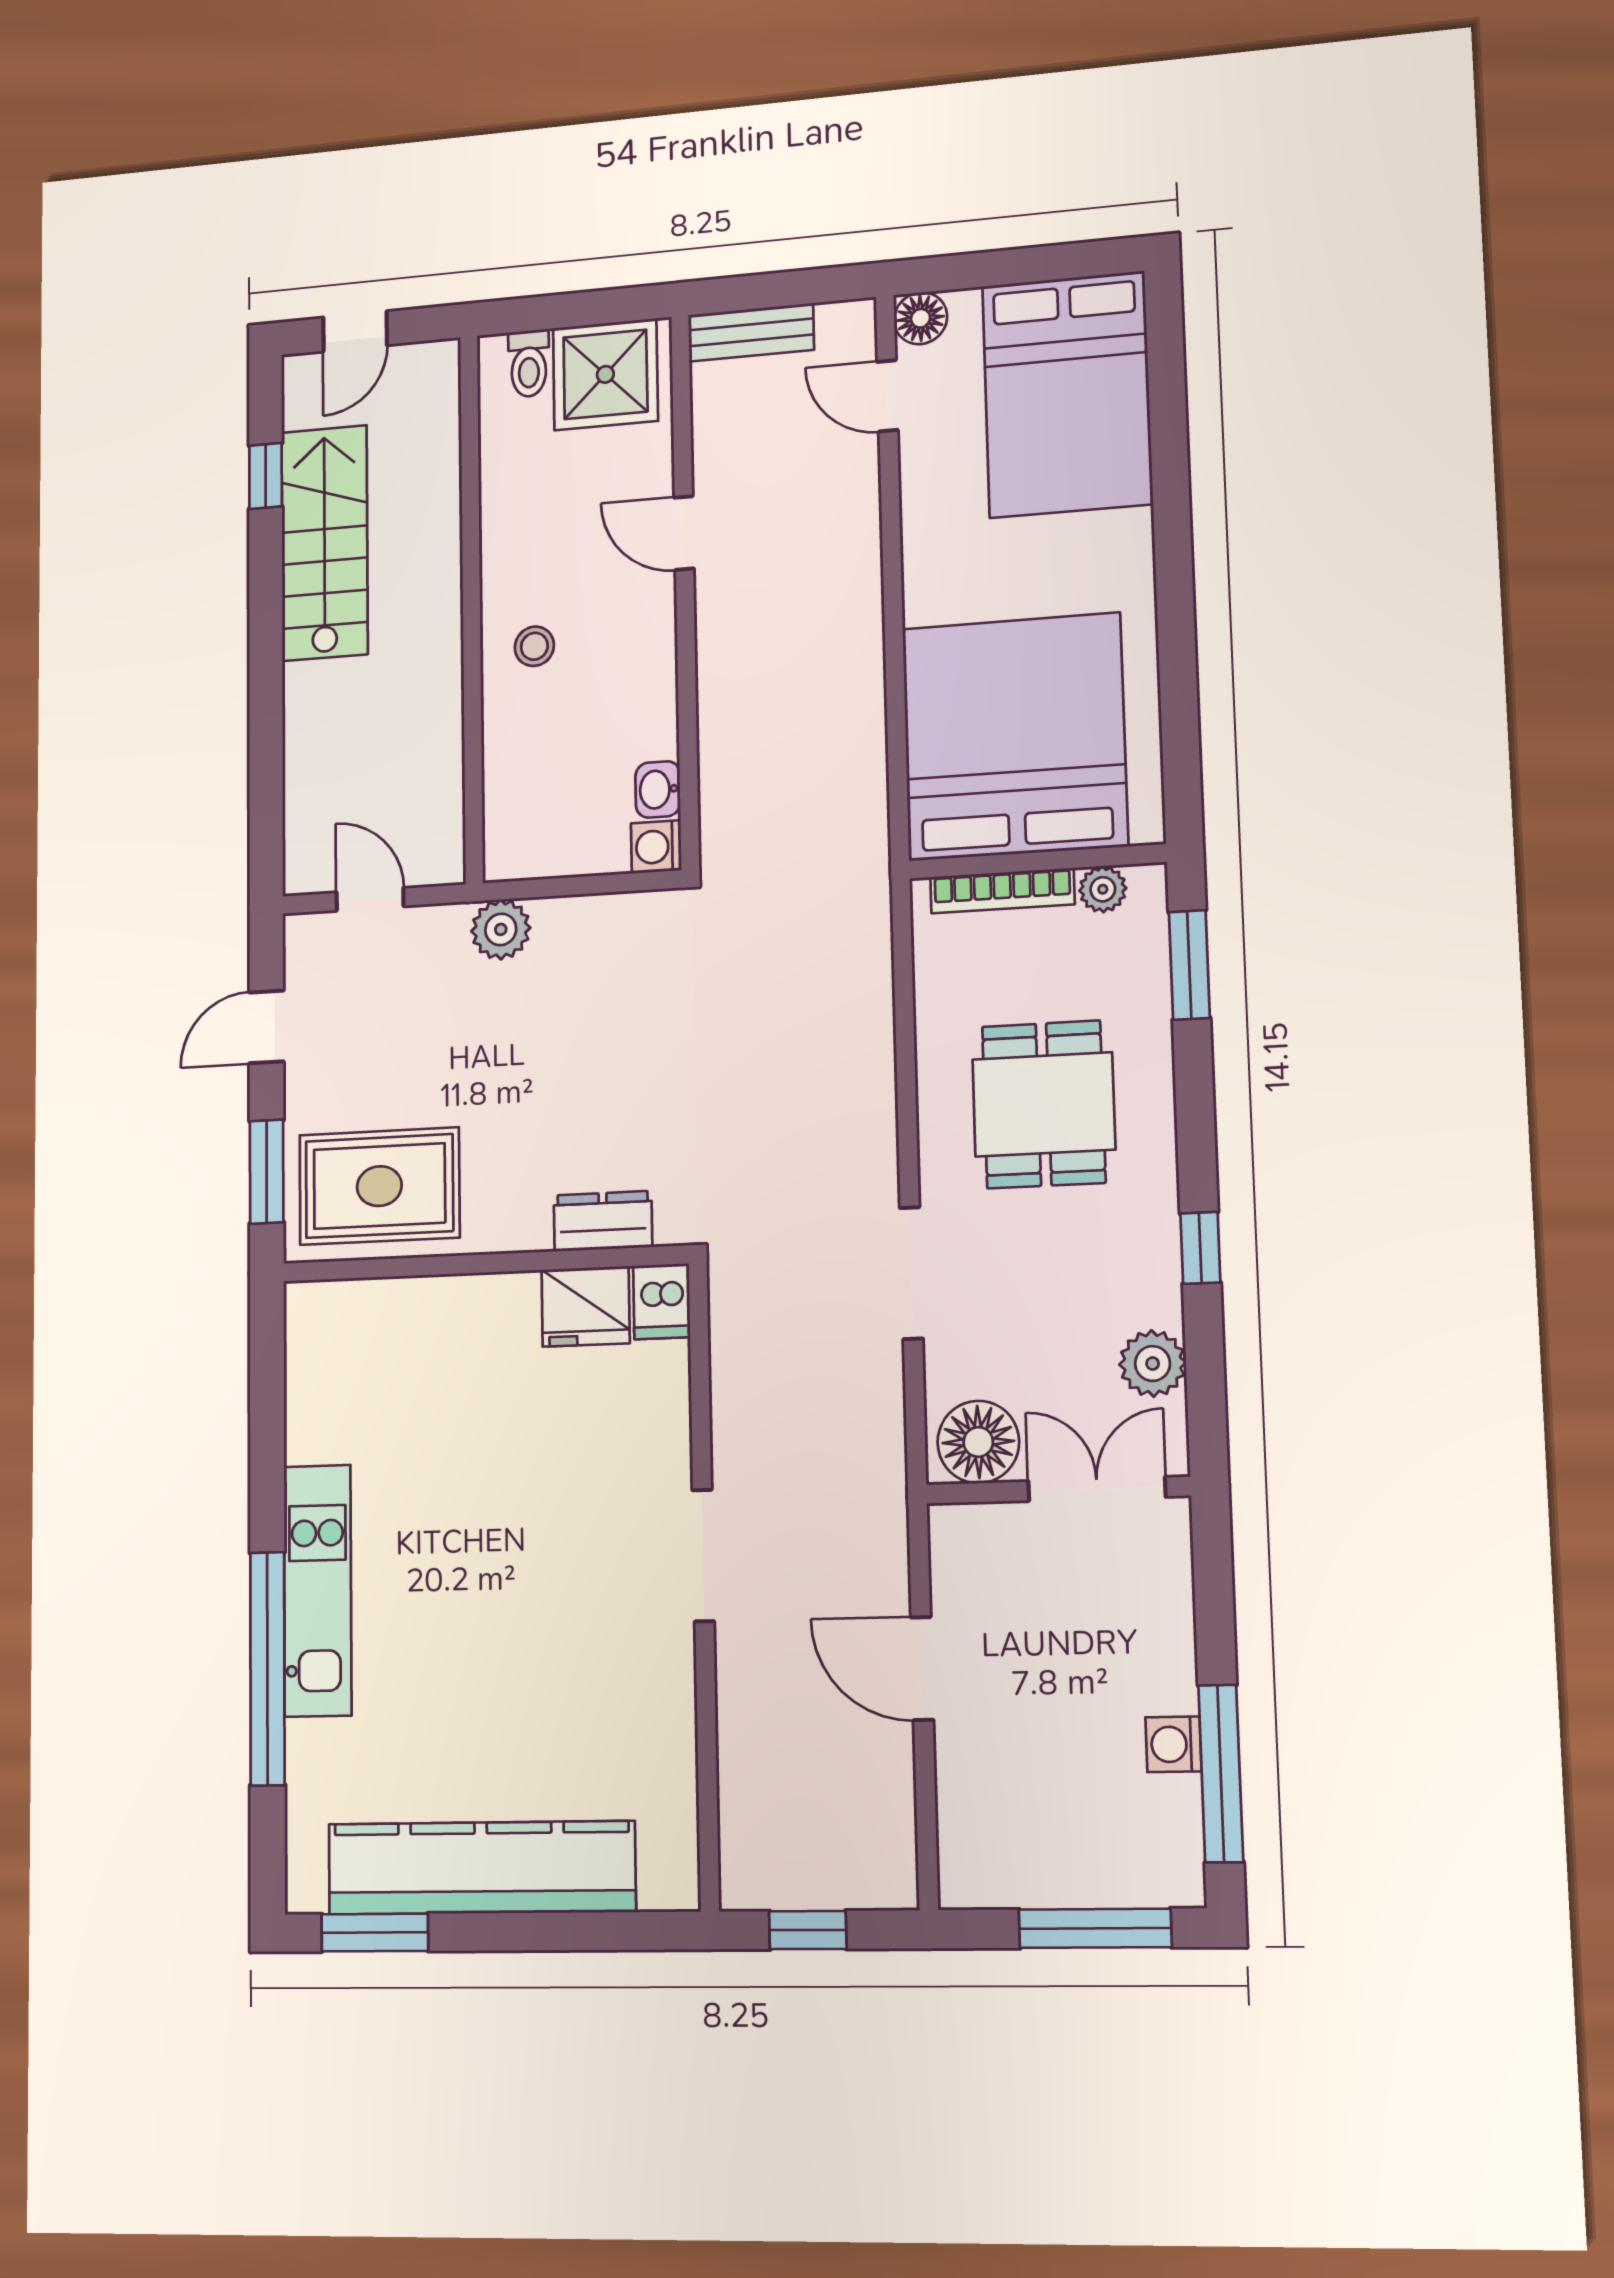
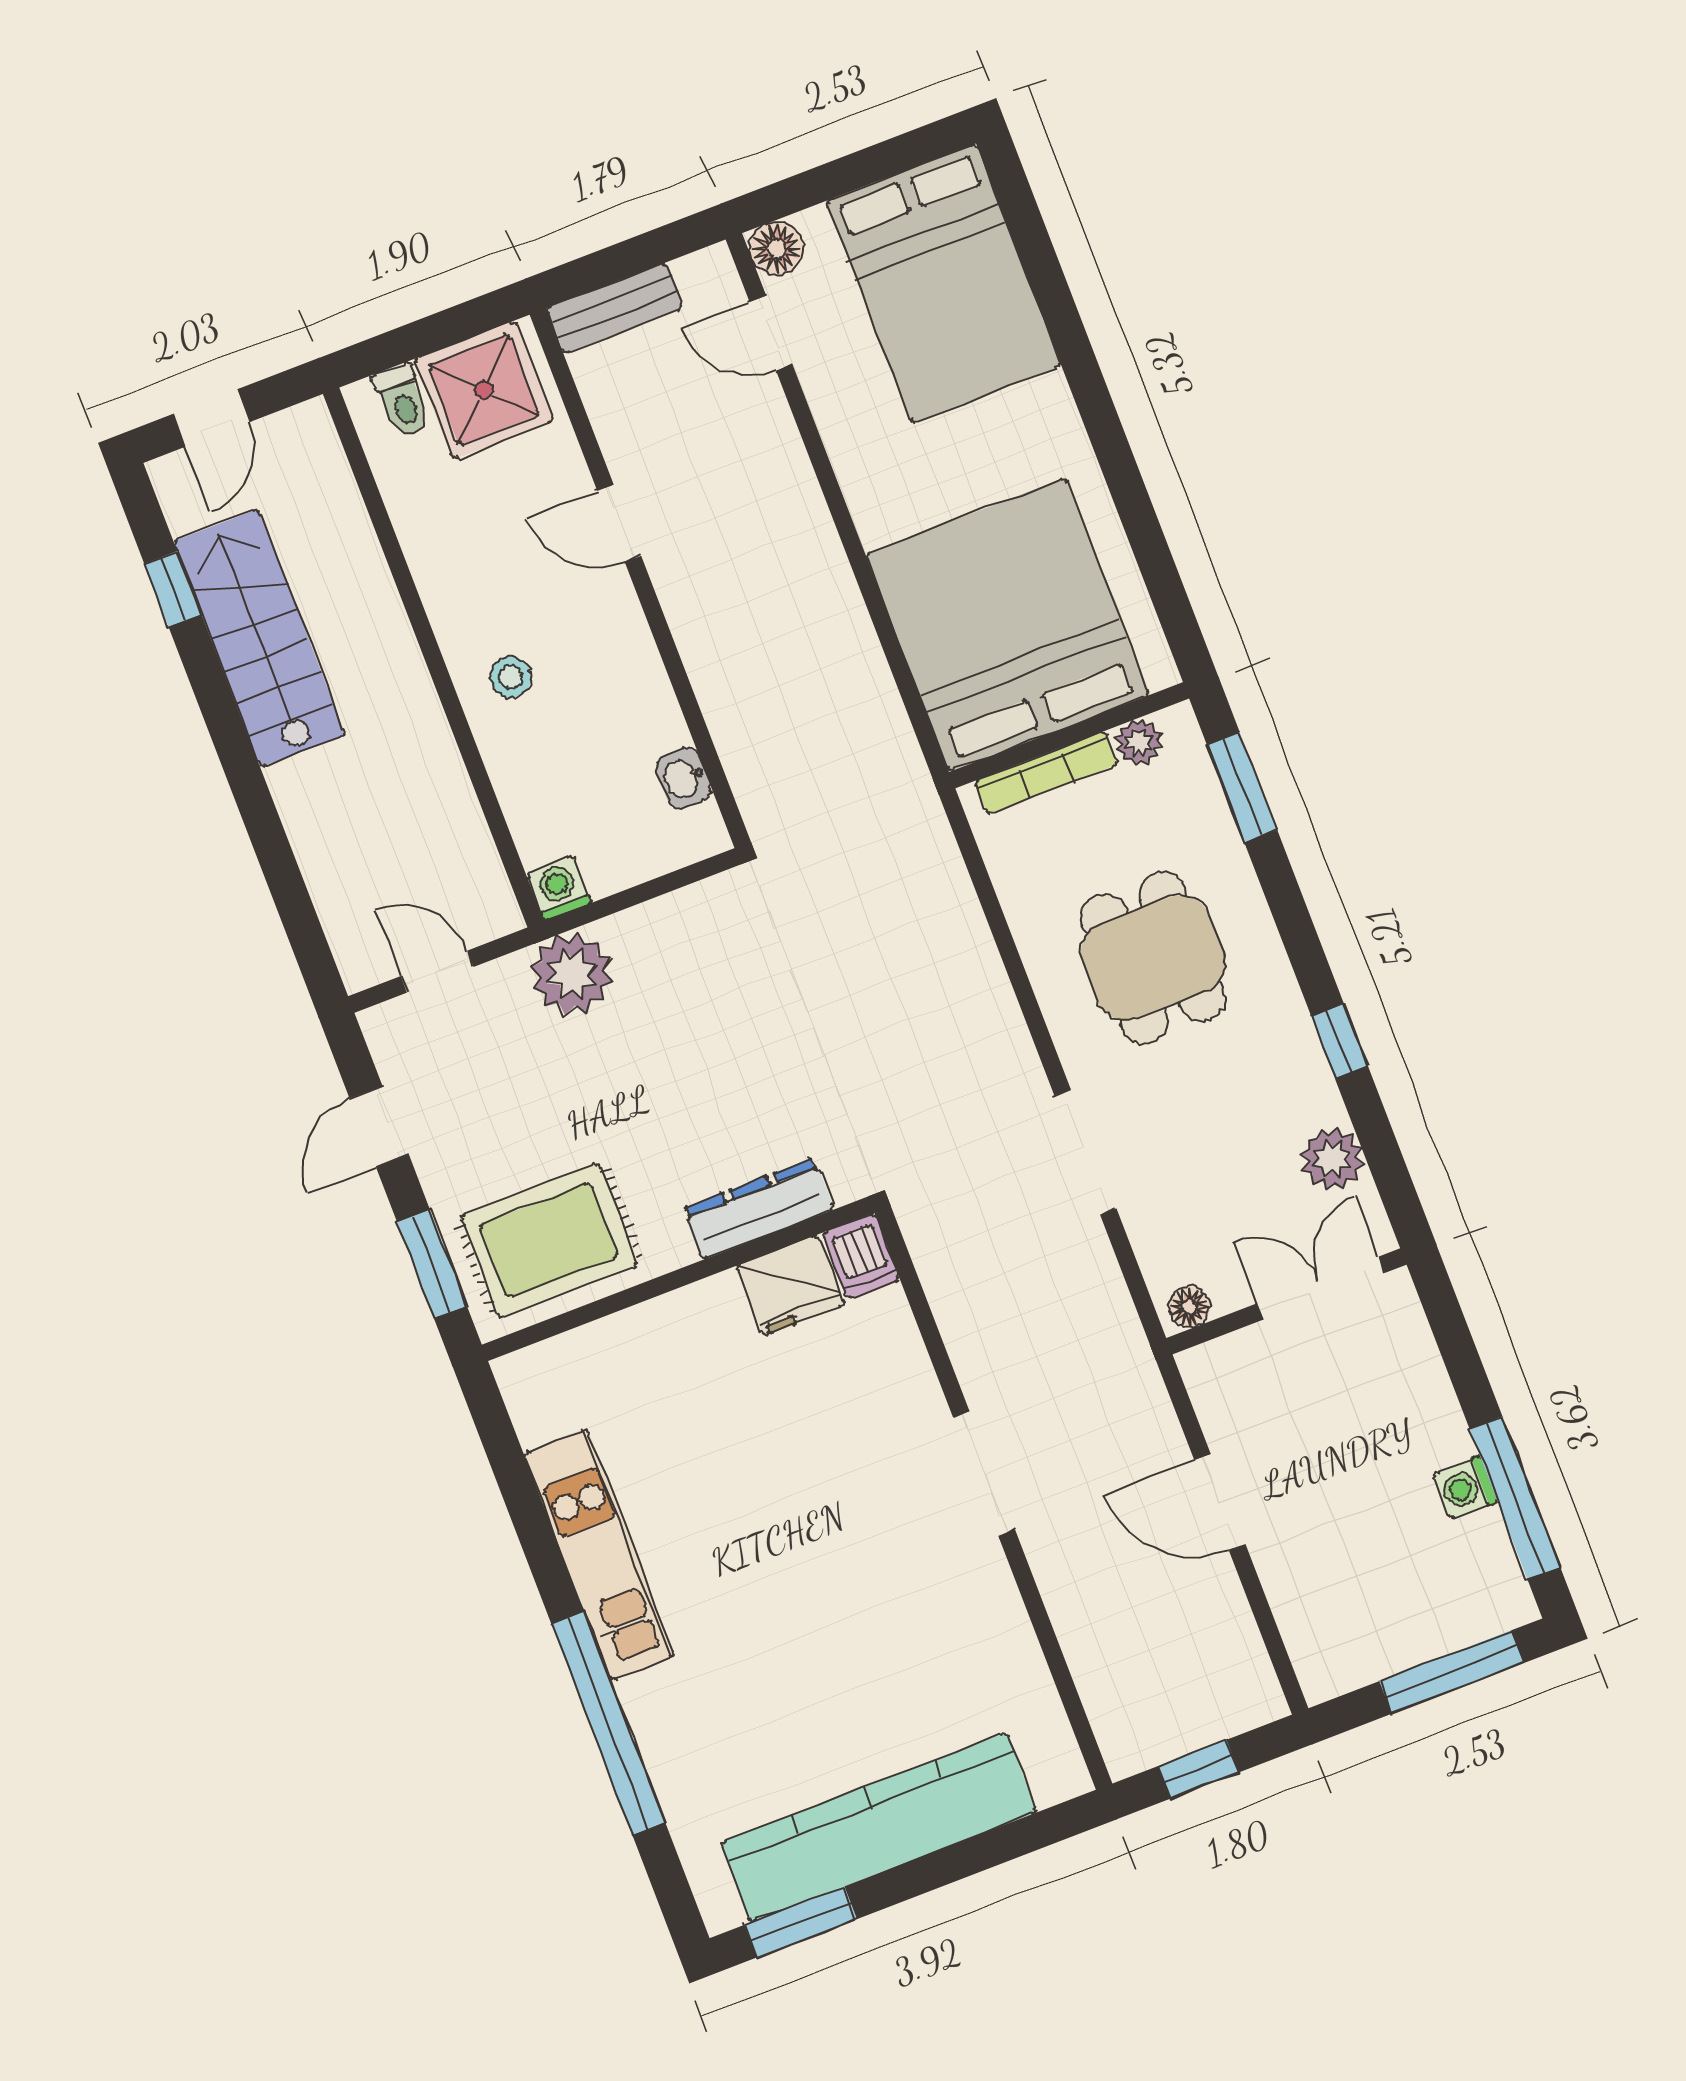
washing machine: (656, 847) -> (559, 888), moved, turned 90
plant: (501, 929) -> (572, 974), width x1.36, depth x1.36
dresser: (603, 1221) -> (758, 1209), width x1.44
floor lamp: (978, 1442) -> (1189, 1307), width x0.53, depth x0.53
kitchen unit: (318, 1590) -> (599, 1555), moved

